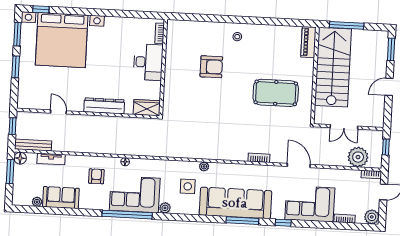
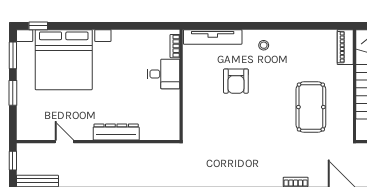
tv unit: (193, 27) -> (213, 37), added
desk: (148, 62) -> (164, 74), width x0.73
armchair: (211, 67) -> (236, 81), turned 90
pool table: (276, 93) -> (311, 107), turned 90
wardrobe: (147, 108) -> (165, 132), removed

